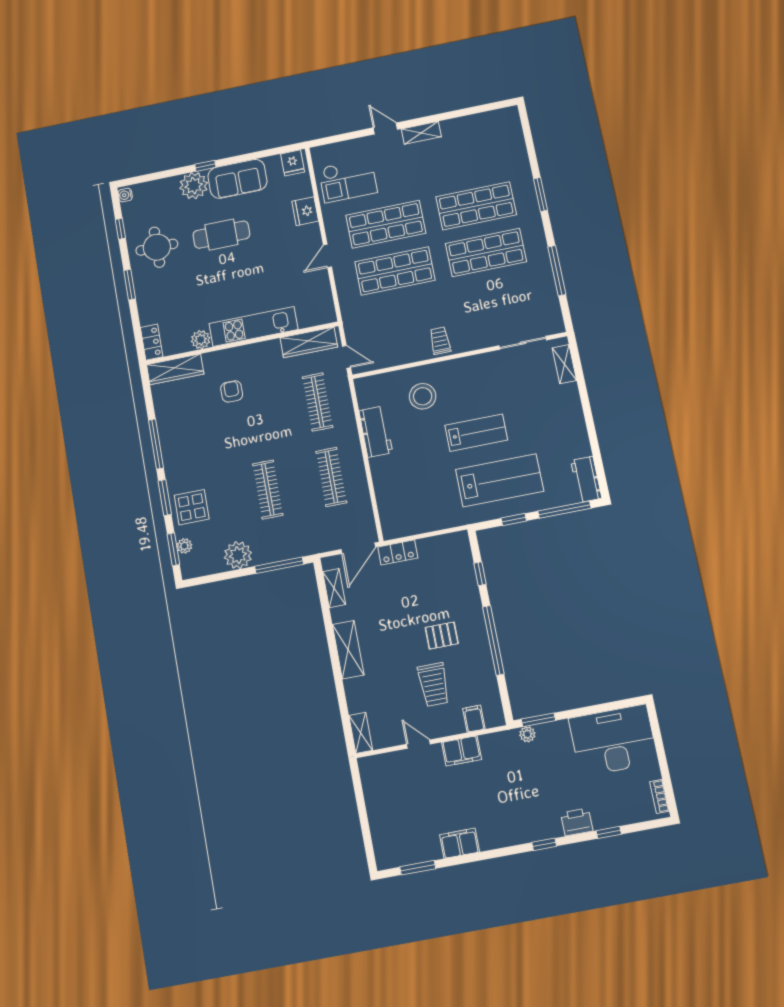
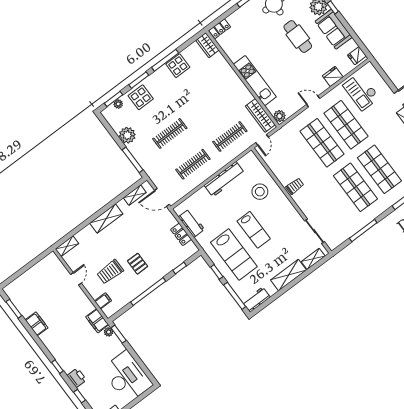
plant: (201, 340) -> (280, 116), moved
wardrobe: (175, 369) -> (207, 45), width x0.67
armchair: (232, 391) -> (213, 87), removed
shelving: (571, 413) -> (289, 275), added
display table: (174, 429) -> (178, 66), added
workbench: (376, 432) -> (224, 179), width x1.38
workbench: (420, 522) -> (191, 223), added
locker: (398, 552) -> (181, 234), moved
filing cabinet: (462, 751) -> (97, 321), moved

